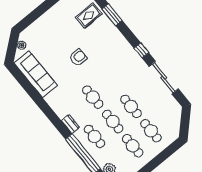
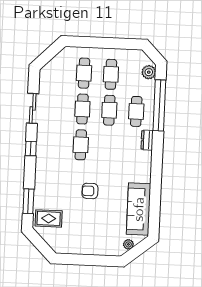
sliding door: (164, 78) -> (33, 108), width x0.73
cafe table: (93, 97) -> (81, 145), moved

